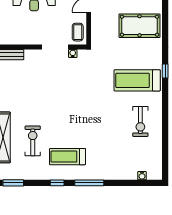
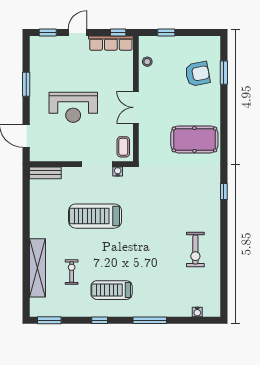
treadmill: (137, 80) -> (95, 216), moved
exercise bike: (33, 141) -> (72, 272), width x0.73, depth x0.72
window: (89, 183) -> (150, 320), moved

